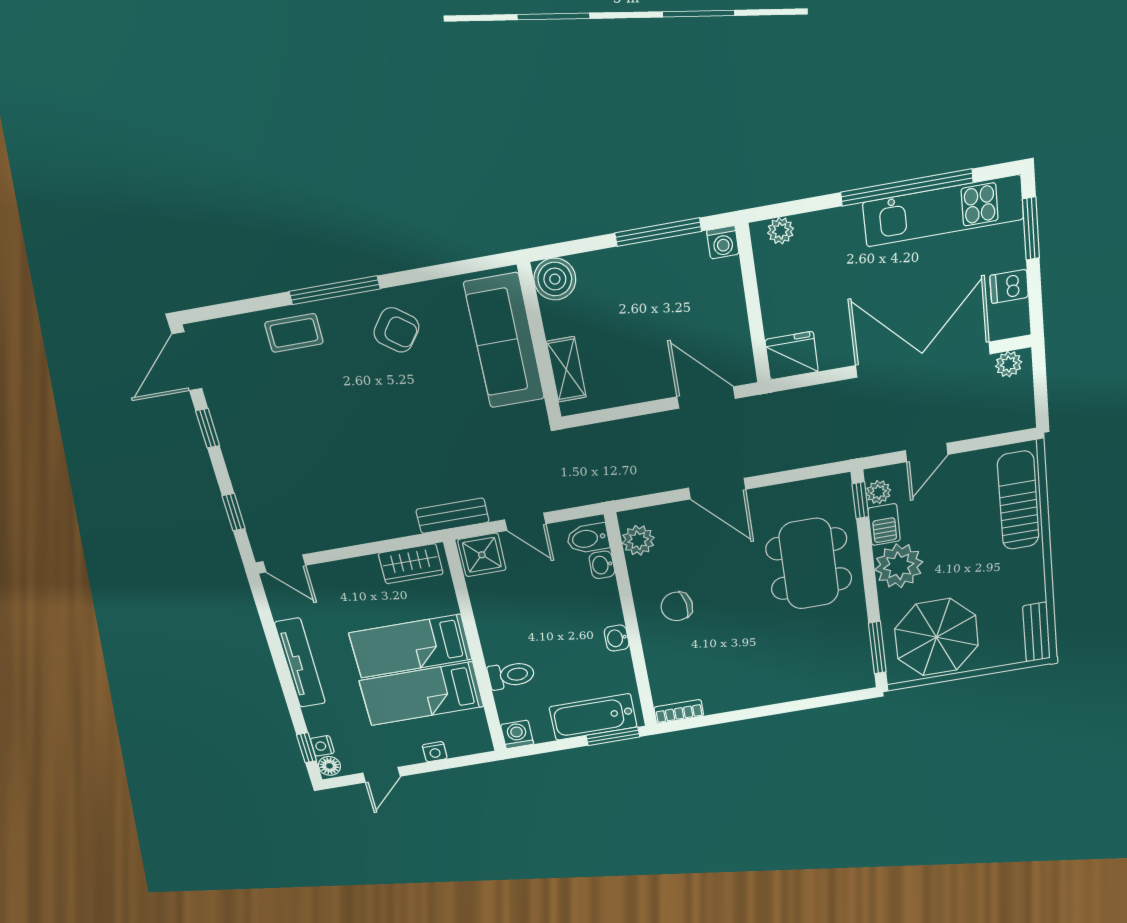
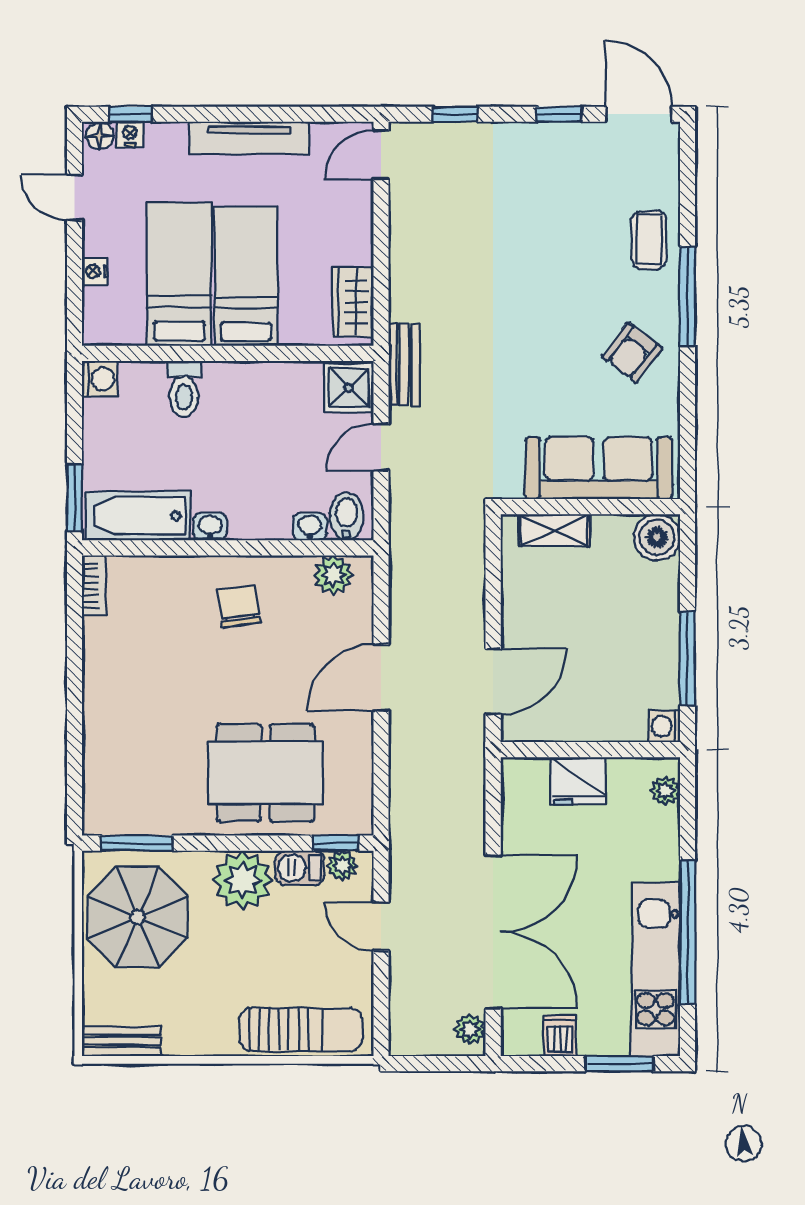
fridge: (792, 356) -> (578, 781), moved, turned 90
bathtub: (593, 717) -> (138, 516), moved, turned -90

